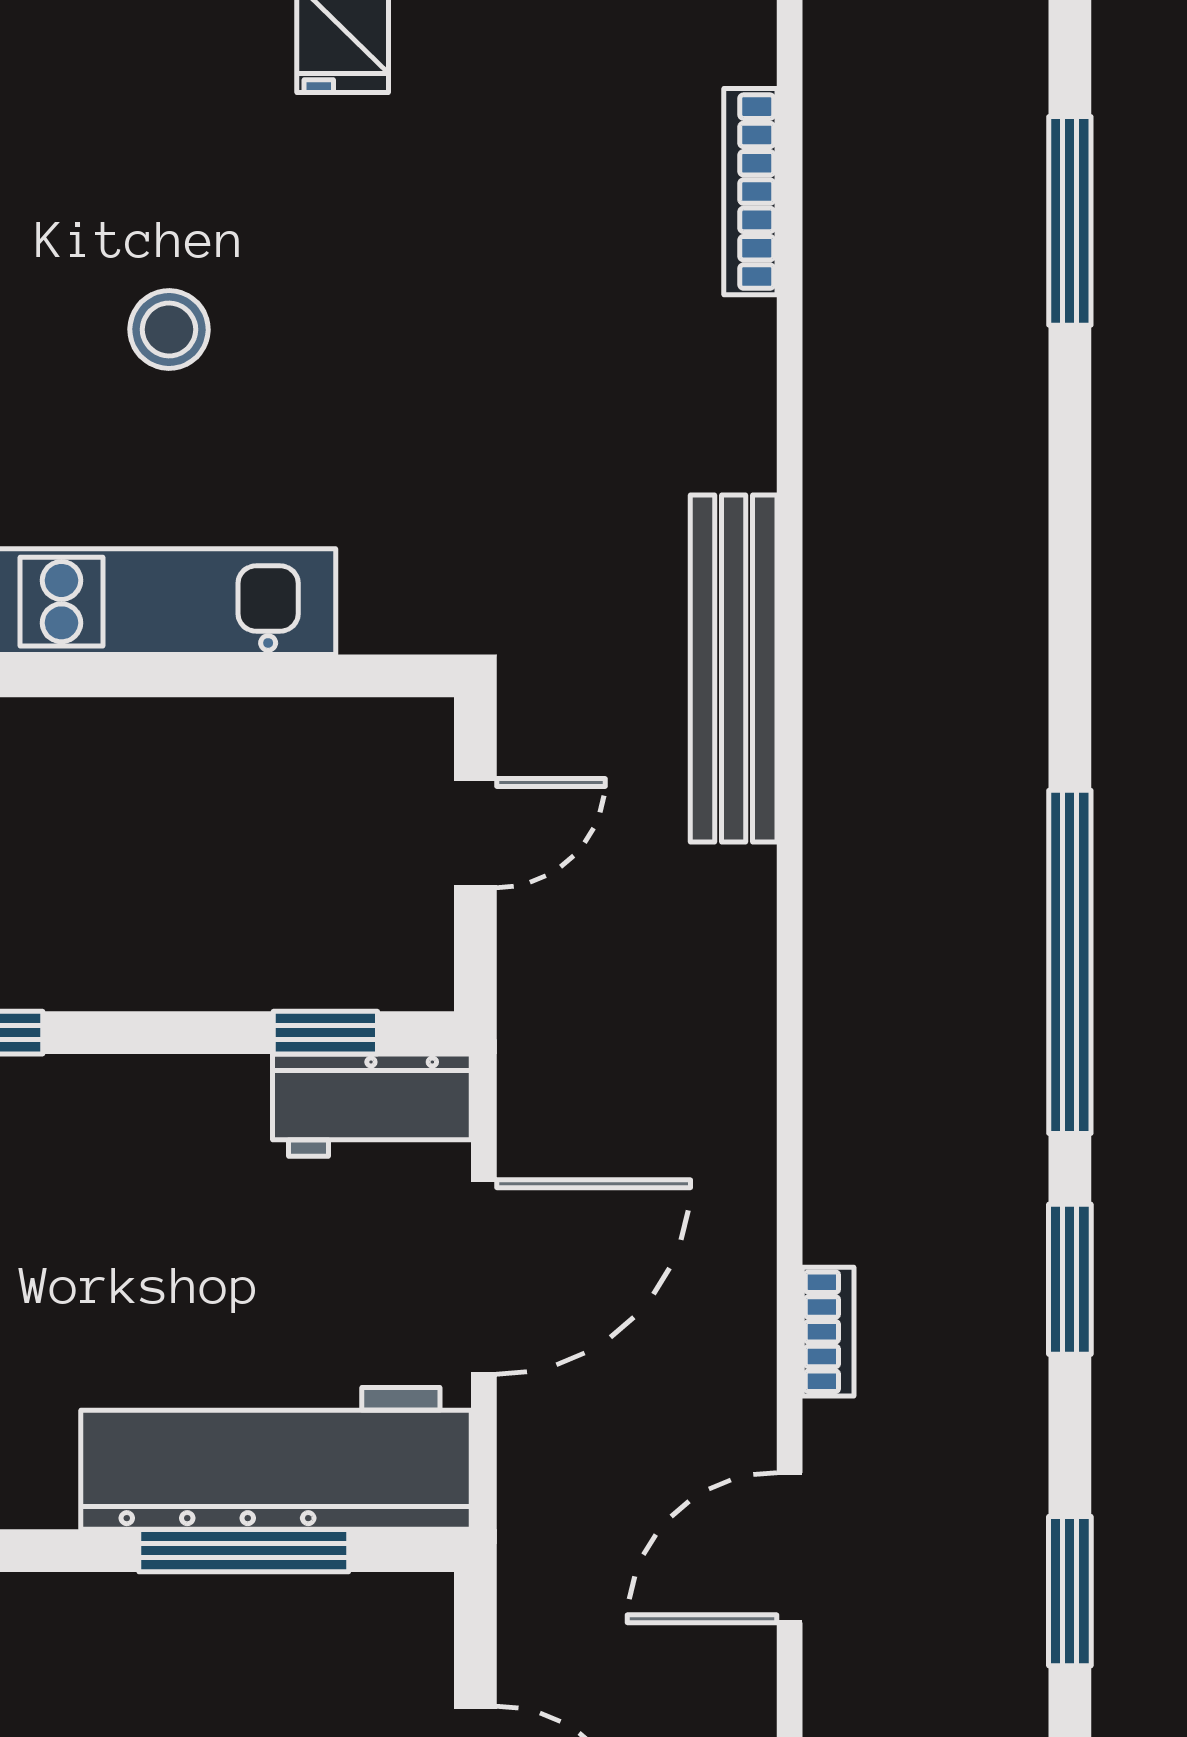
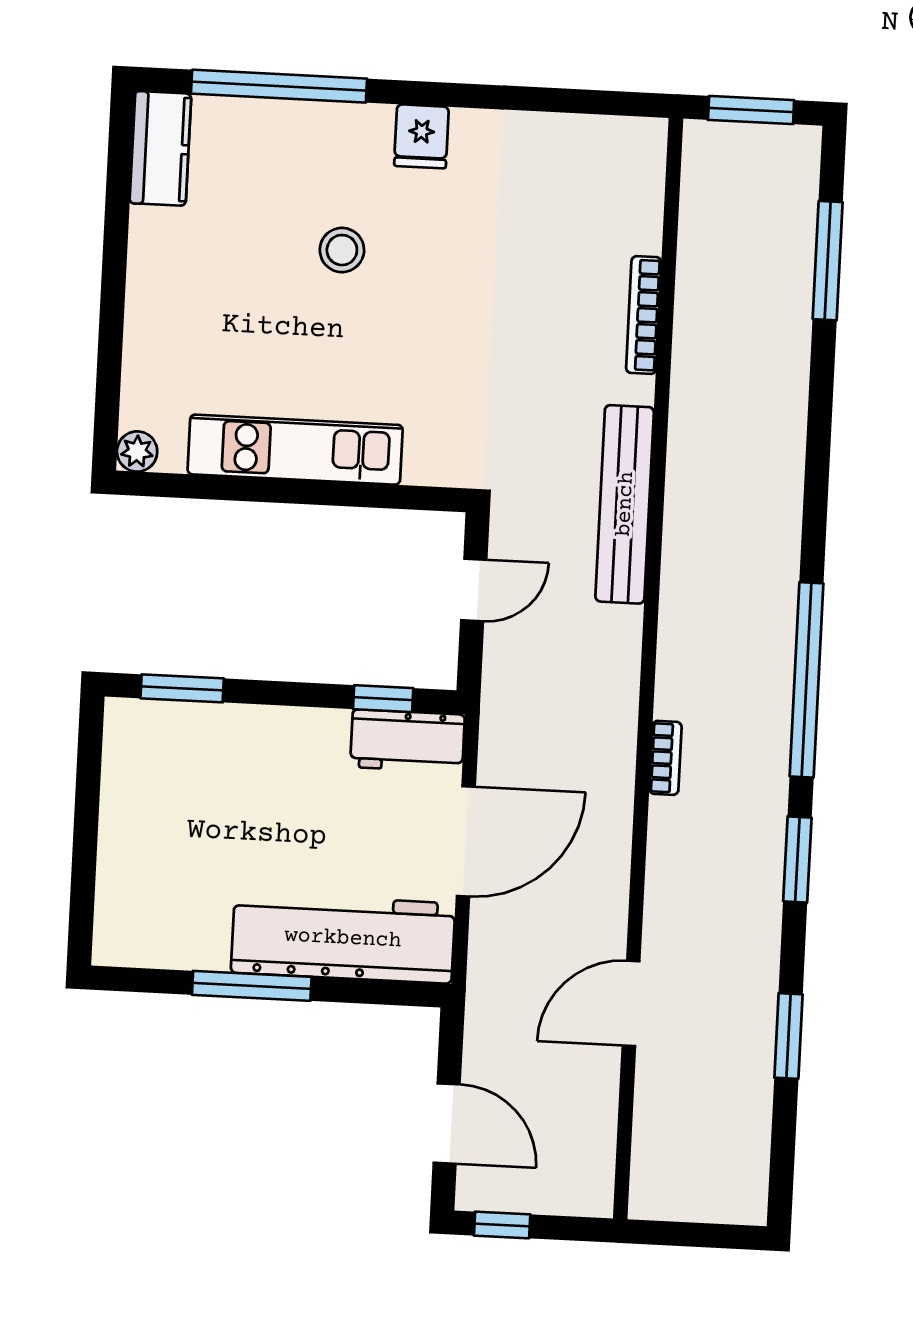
bookcase: (750, 192) -> (644, 315), moved
stool: (169, 330) -> (342, 250), moved
bookcase: (828, 1332) -> (665, 758), moved
window: (244, 1551) -> (252, 986), moved

